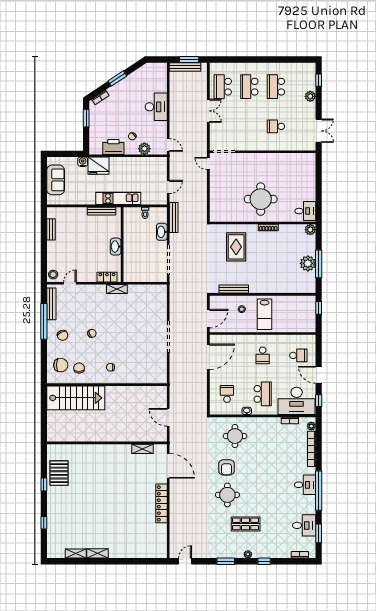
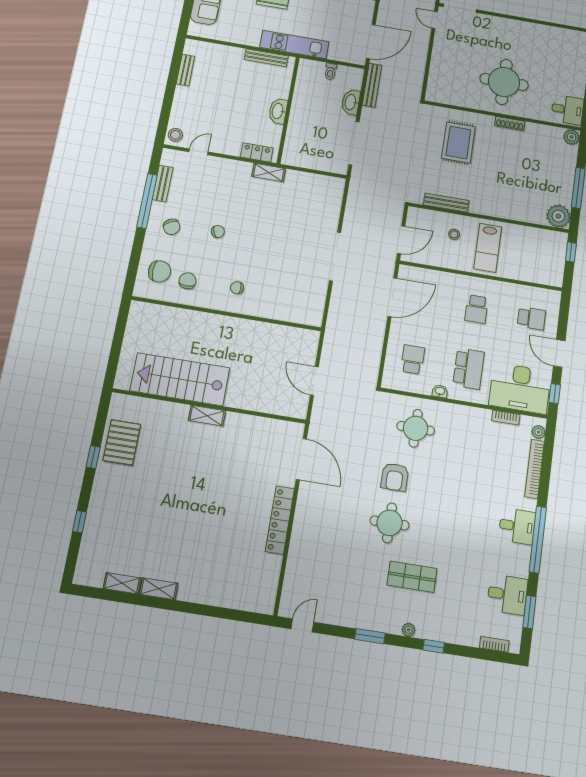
door: (168, 187) -> (371, 42), width x1.88
plant: (308, 263) -> (558, 216), moved
bench: (51, 304) -> (163, 183), width x0.73
stairs: (76, 398) -> (180, 379), moved, turned 180
shelving: (142, 449) -> (207, 416), moved

